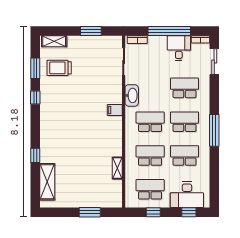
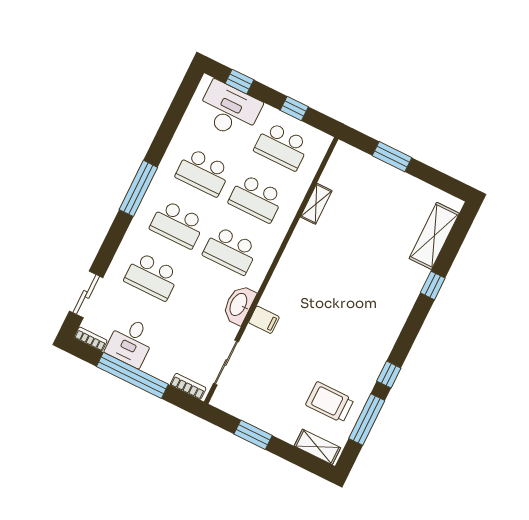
window: (35, 68) -> (367, 420), width x1.44
trolley: (59, 68) -> (330, 402), turned 180
filing cabinet: (115, 110) -> (264, 320), moved

